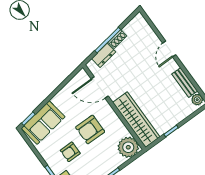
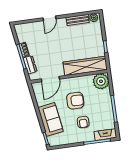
door: (169, 49) -> (49, 18), hinge flipped
sofa: (43, 123) -> (51, 119), moved
armchair: (90, 130) -> (75, 101), turned -90

